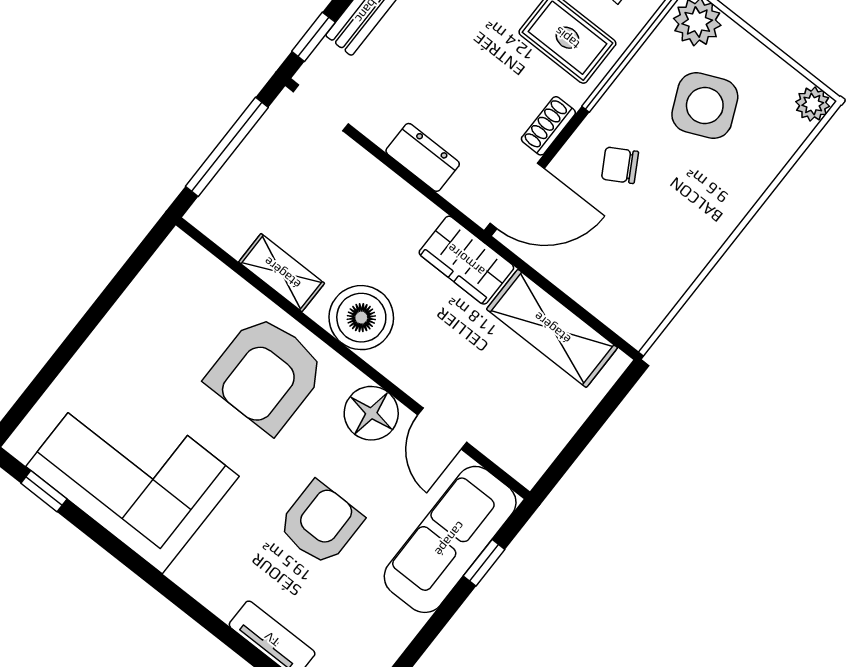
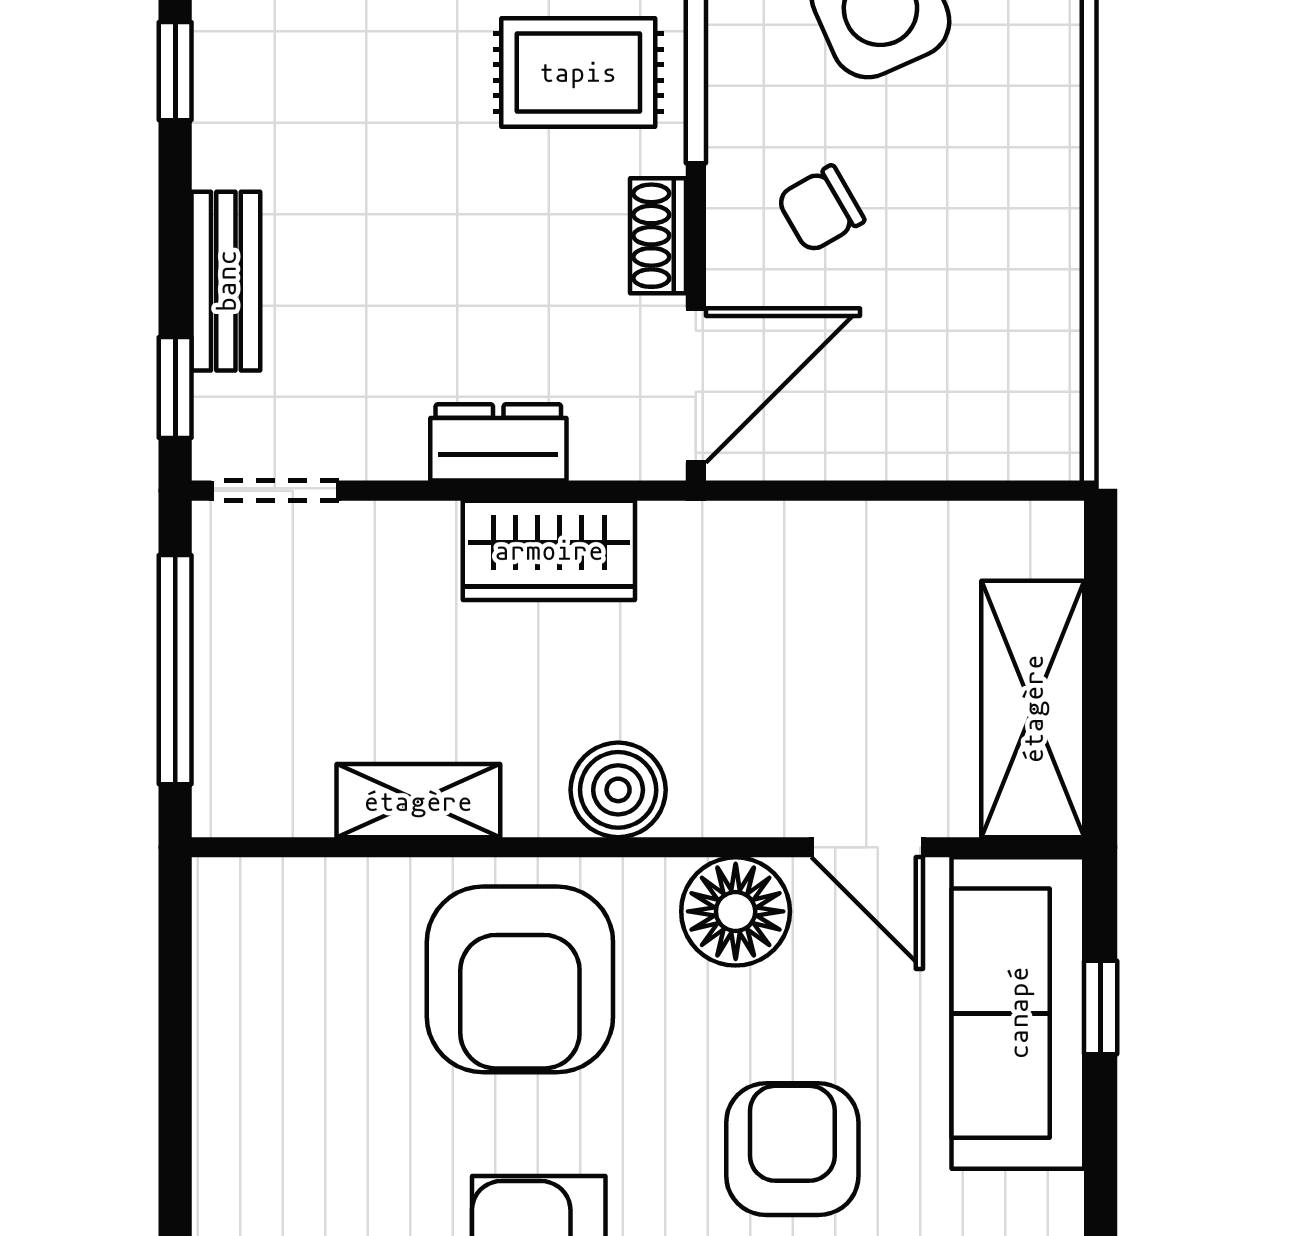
wardrobe: (466, 260) -> (549, 550), moved
boiler: (361, 318) -> (618, 790), width x0.73, depth x0.73
shelving: (552, 328) -> (1033, 709), moved, turned 90

